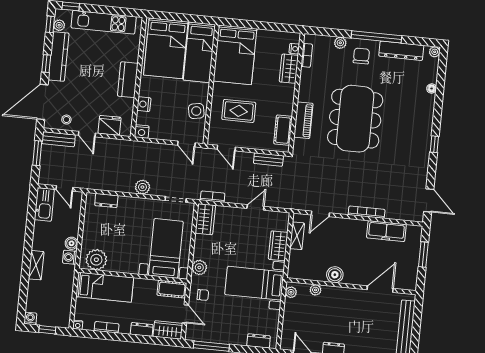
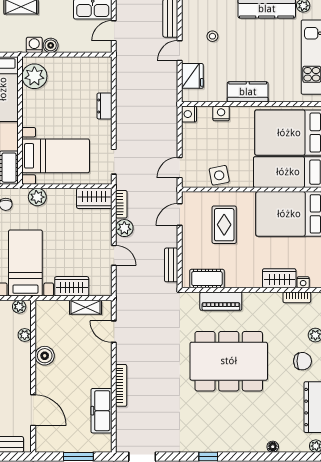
stool: (66, 120) -> (212, 36), moved
plant: (142, 187) -> (124, 228), moved
dresser: (106, 201) -> (104, 106), moved

